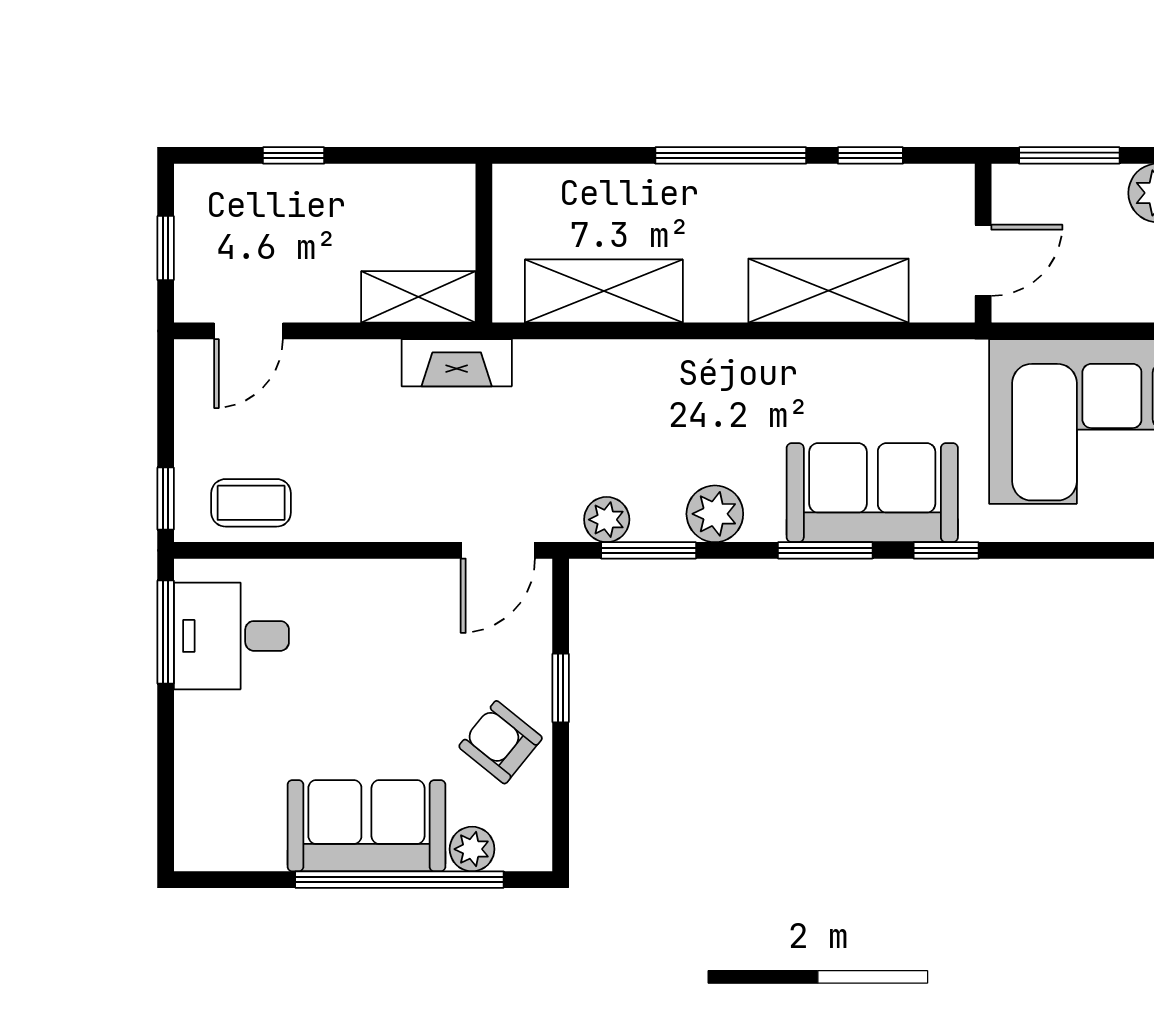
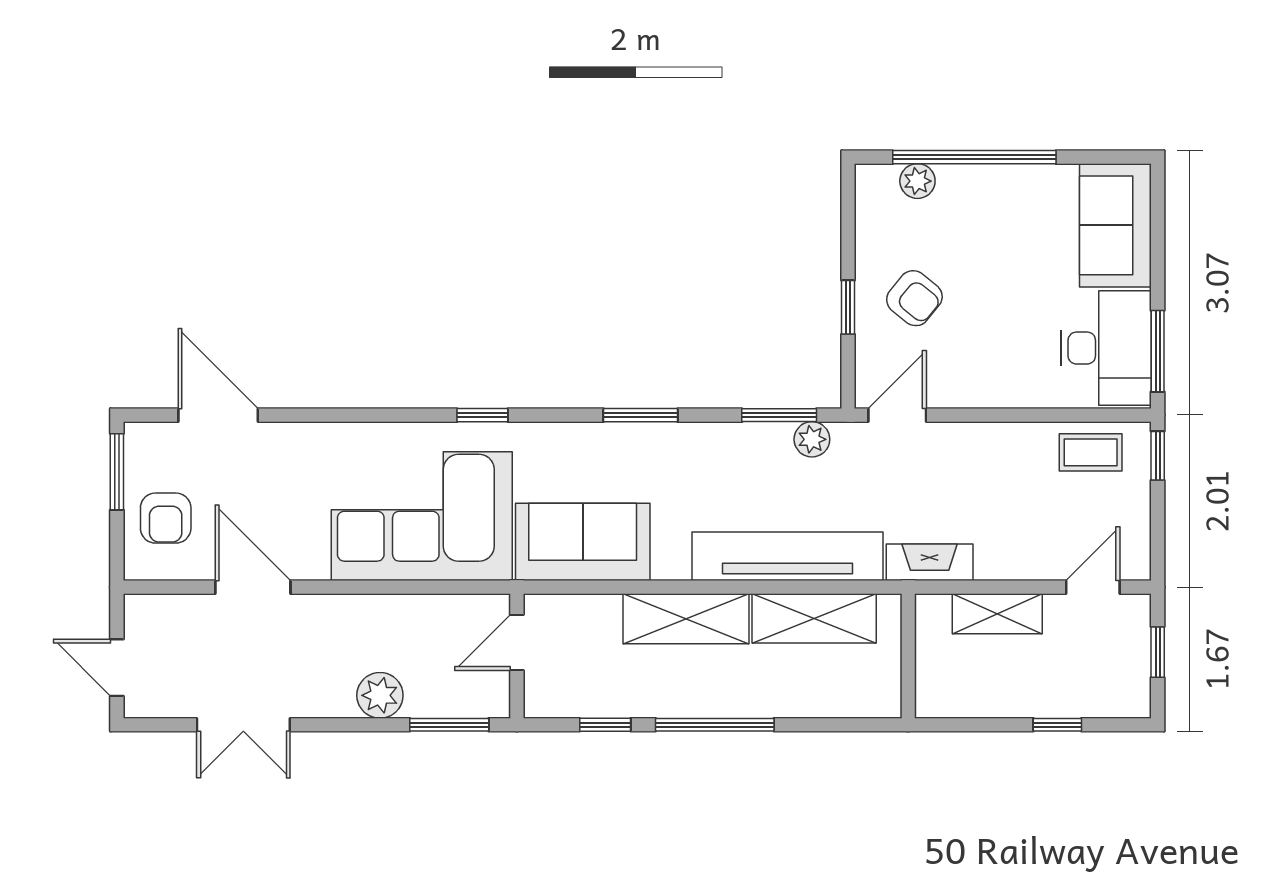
shelving: (828, 291) -> (686, 619), moved
shelving: (418, 297) -> (997, 614), moved
tv unit: (638, 370) -> (788, 556), added
sofa: (872, 493) -> (583, 542), moved, turned 180
plant: (715, 514) -> (727, 444), removed
window: (946, 550) -> (482, 415), moved
desk: (231, 636) -> (1106, 348), width x1.37
armchair: (501, 742) -> (914, 298), moved
sofa: (366, 826) -> (1115, 225), moved, turned 90

